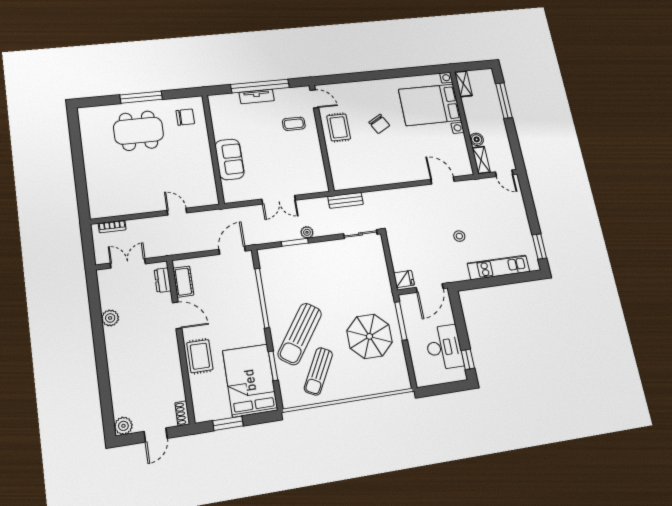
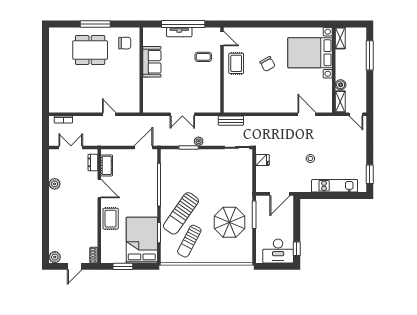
sofa: (230, 159) -> (152, 62), moved
fridge: (404, 279) -> (262, 160), moved
desk: (444, 347) -> (278, 251), moved, turned 90

